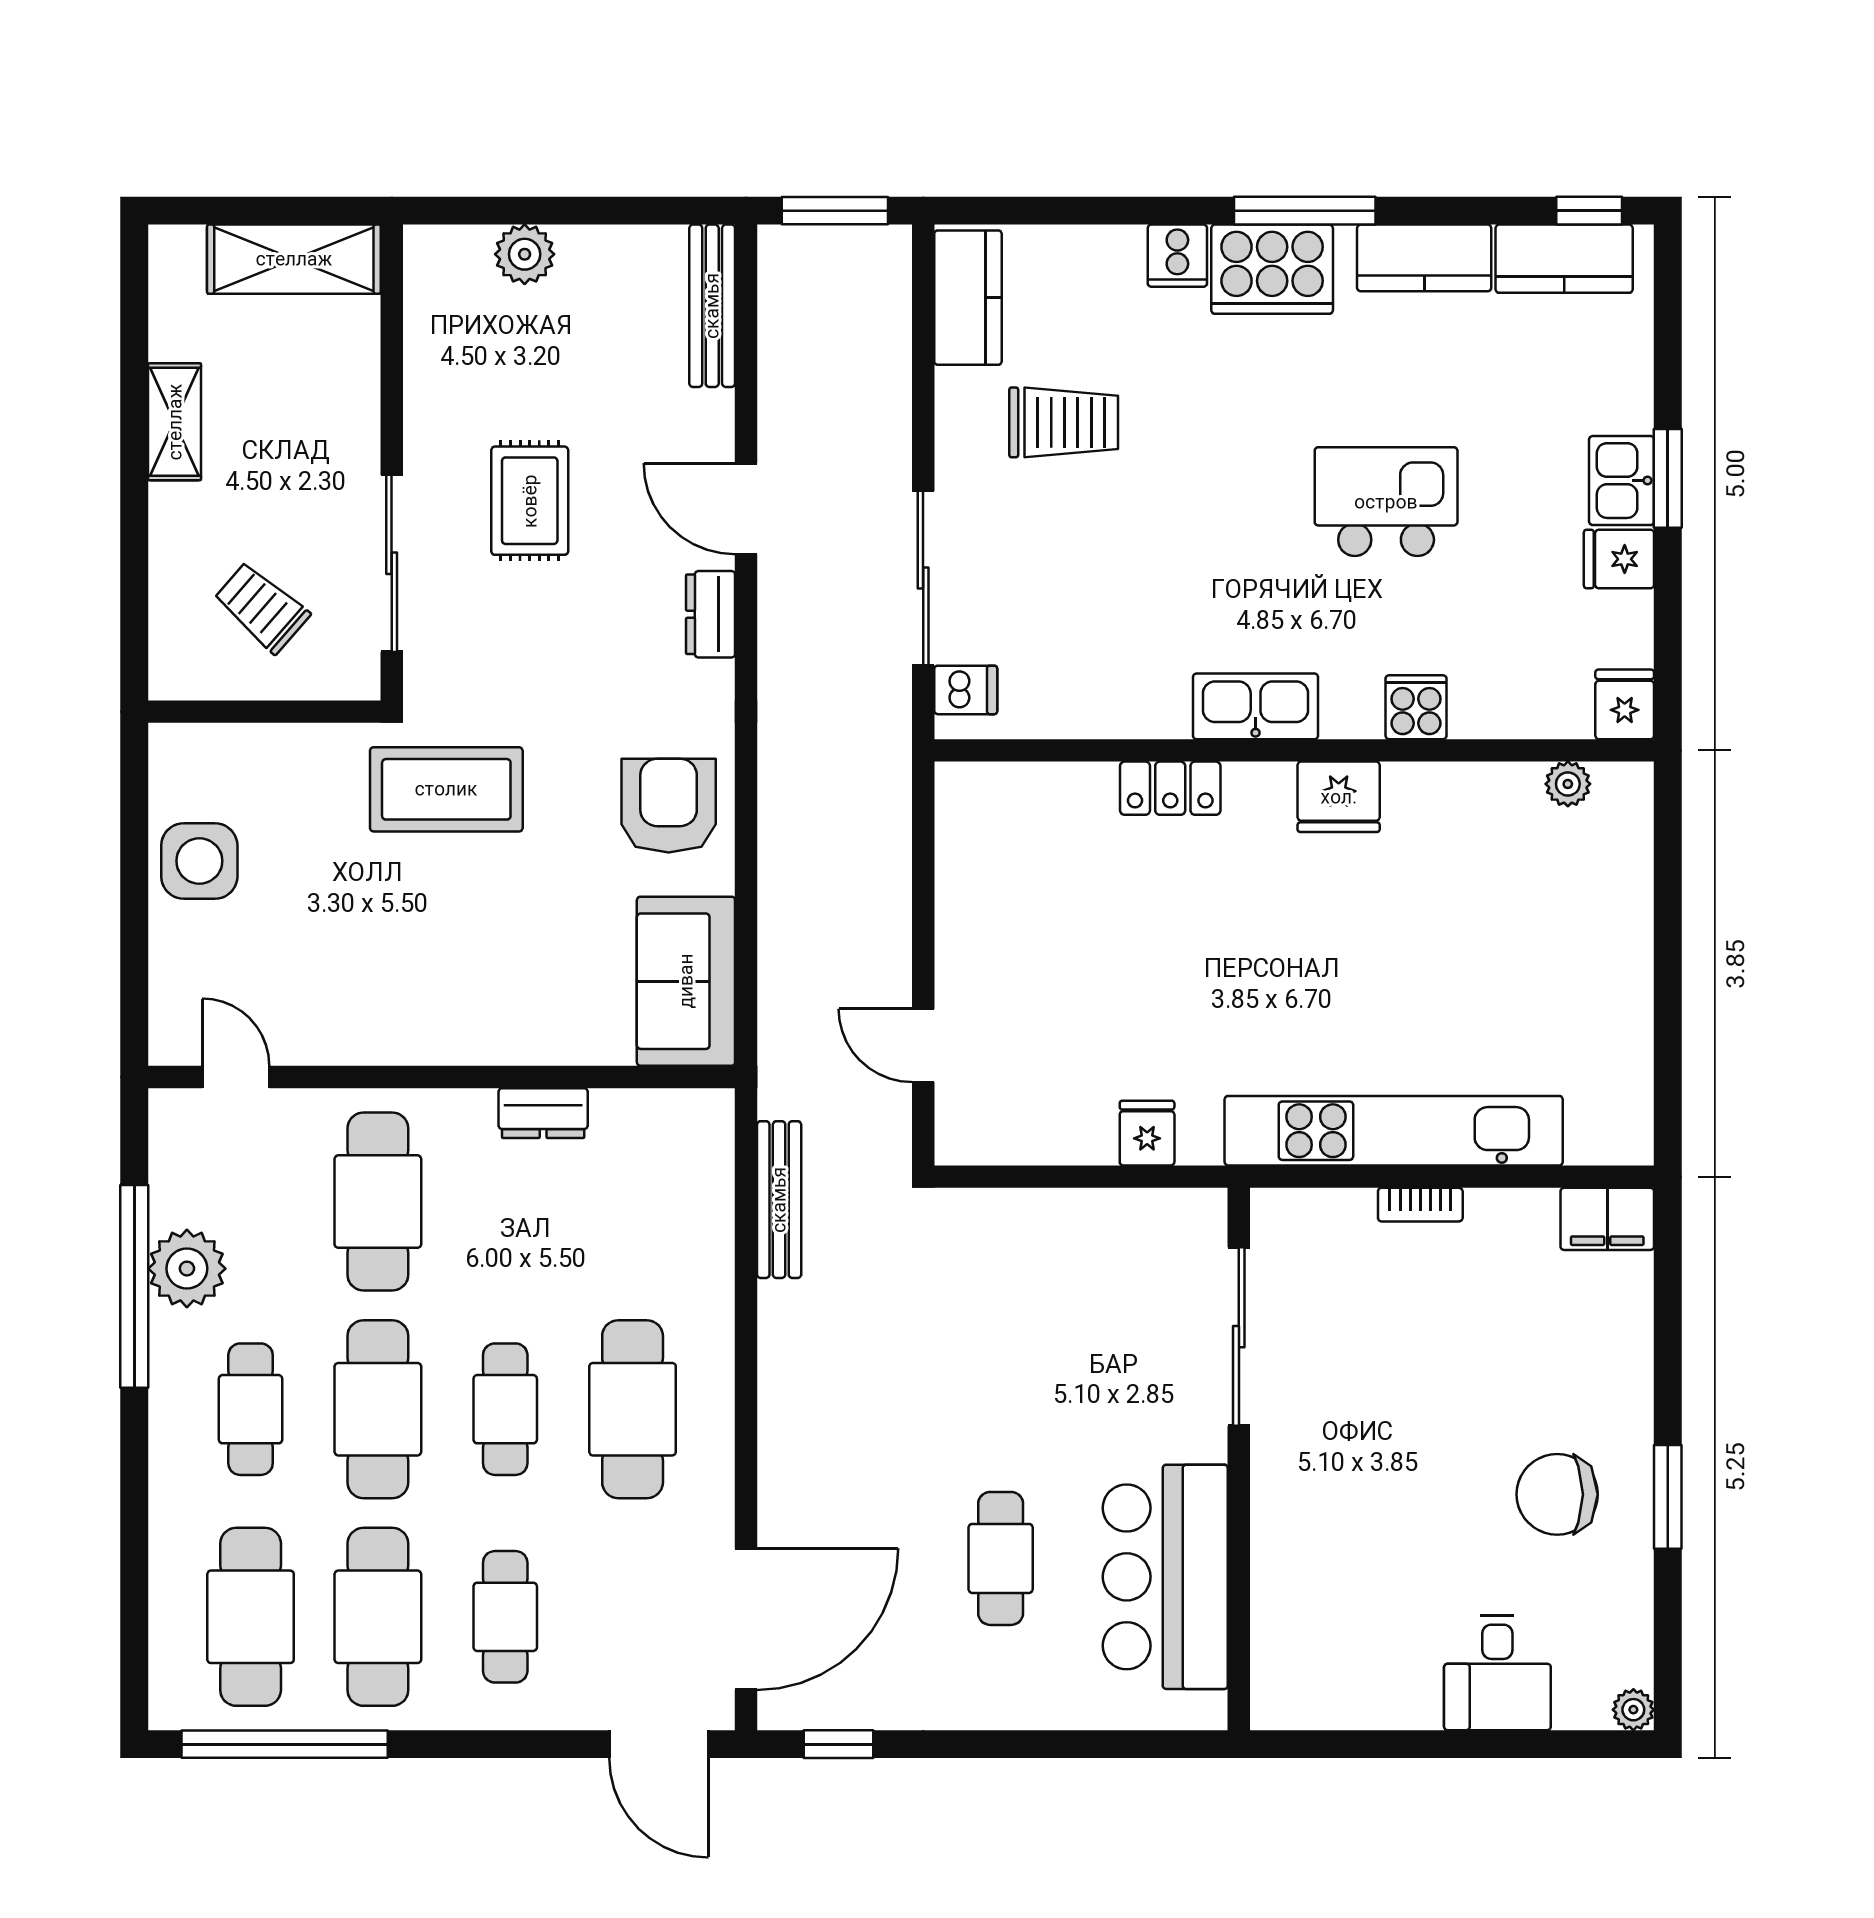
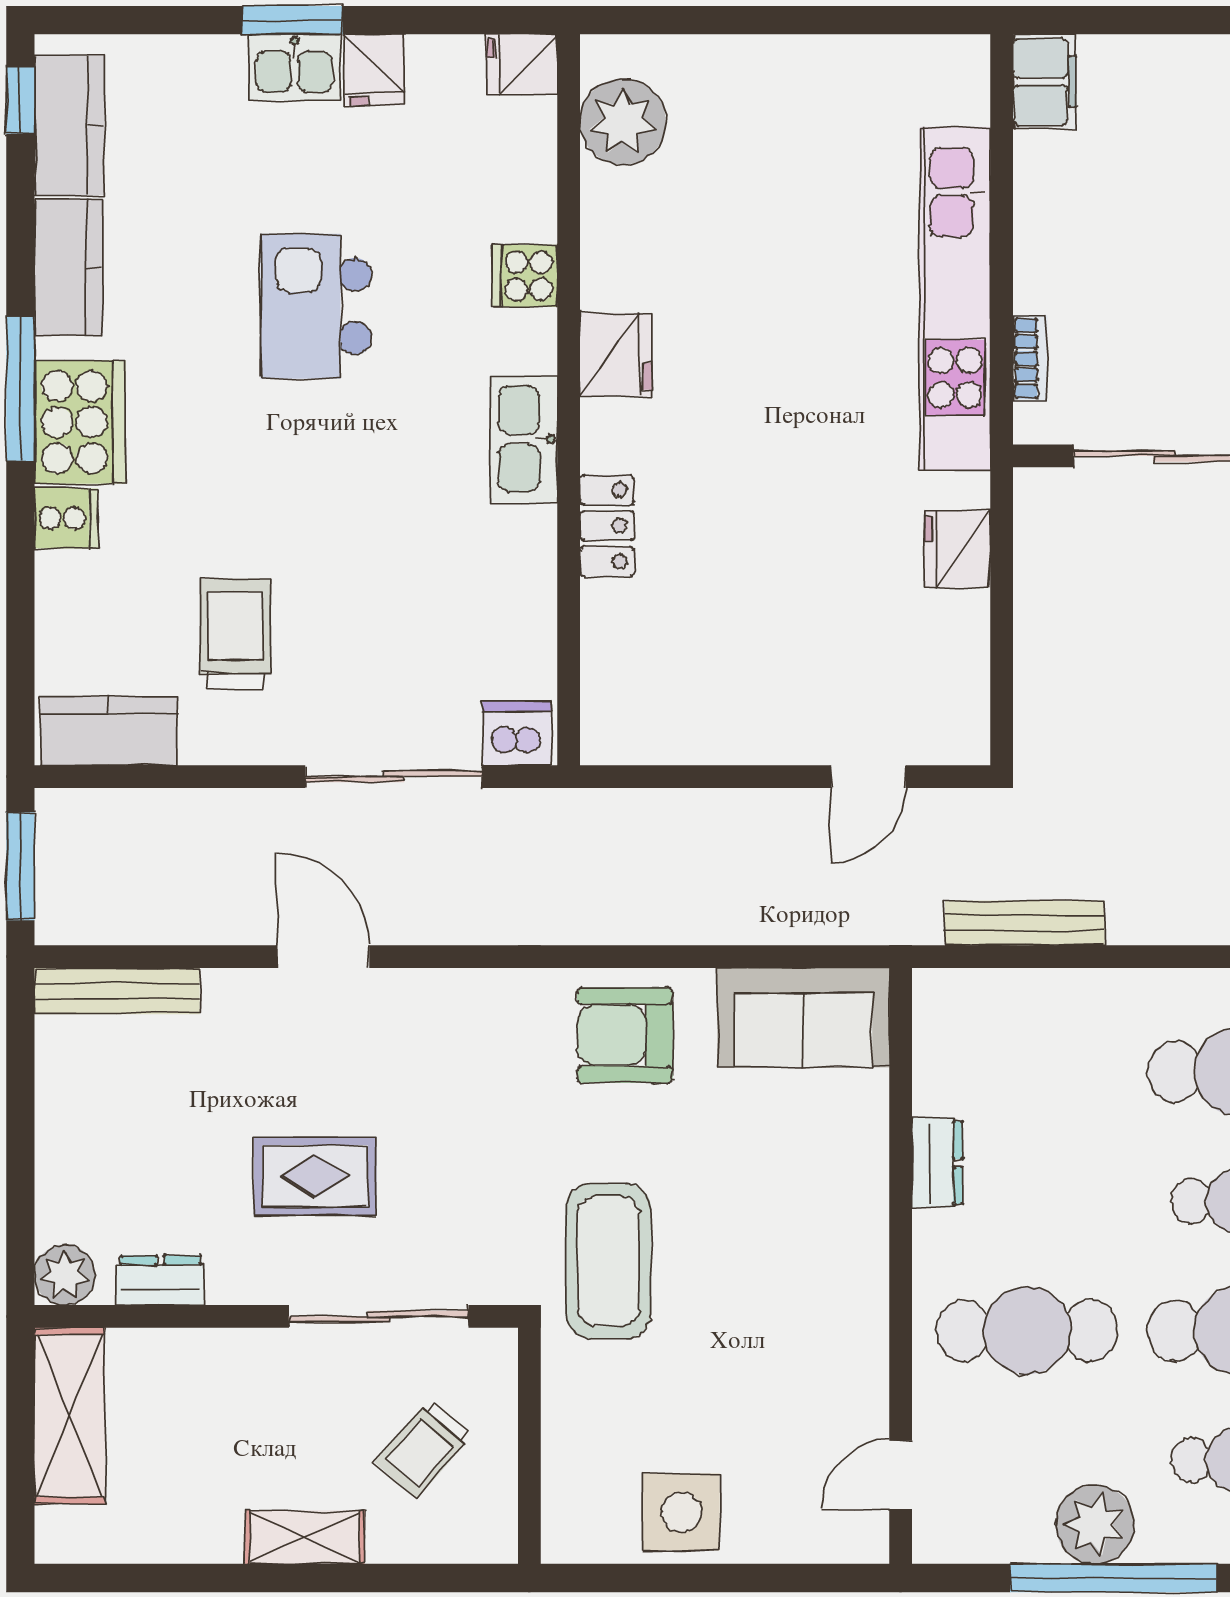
plant: (525, 254) -> (65, 1275), moved
shelving: (175, 422) -> (305, 1537), moved
door: (746, 509) -> (323, 957), swing flipped
dresser: (711, 614) -> (160, 1280), moved, turned 180
dishwasher: (966, 690) -> (517, 733), width x1.38
plant: (1568, 784) -> (623, 122), width x1.88, depth x1.88
fridge: (1147, 1133) -> (957, 549), width x1.38
bookcase: (1420, 1205) -> (1030, 358), moved

